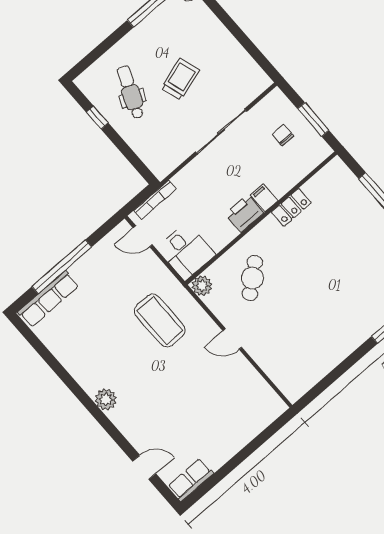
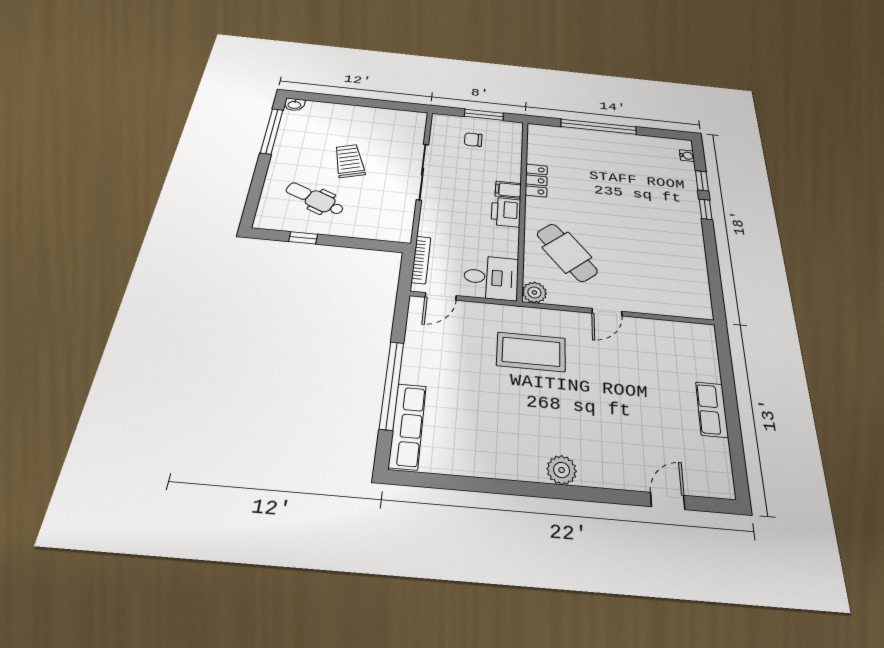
cafe table: (252, 278) -> (567, 252), width x1.37, depth x1.35
row of seats: (191, 480) -> (712, 409), moved

